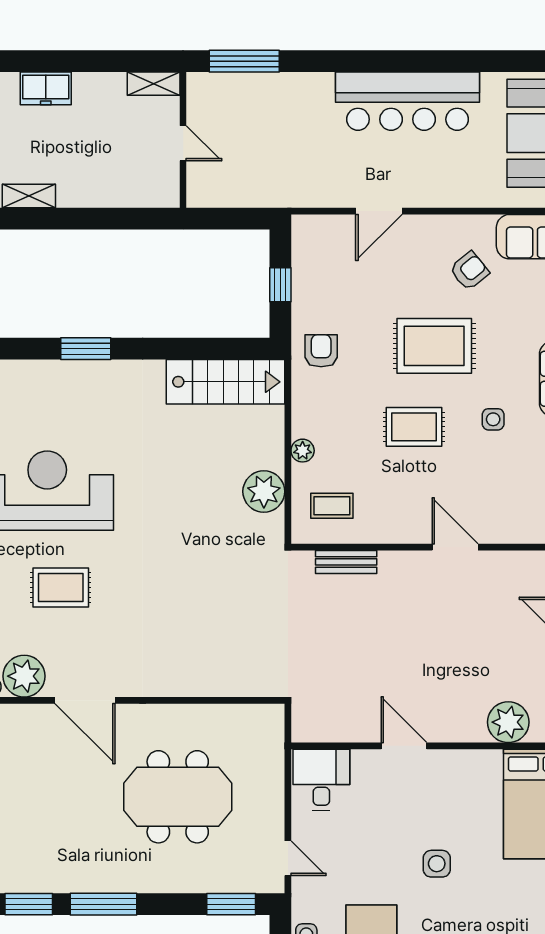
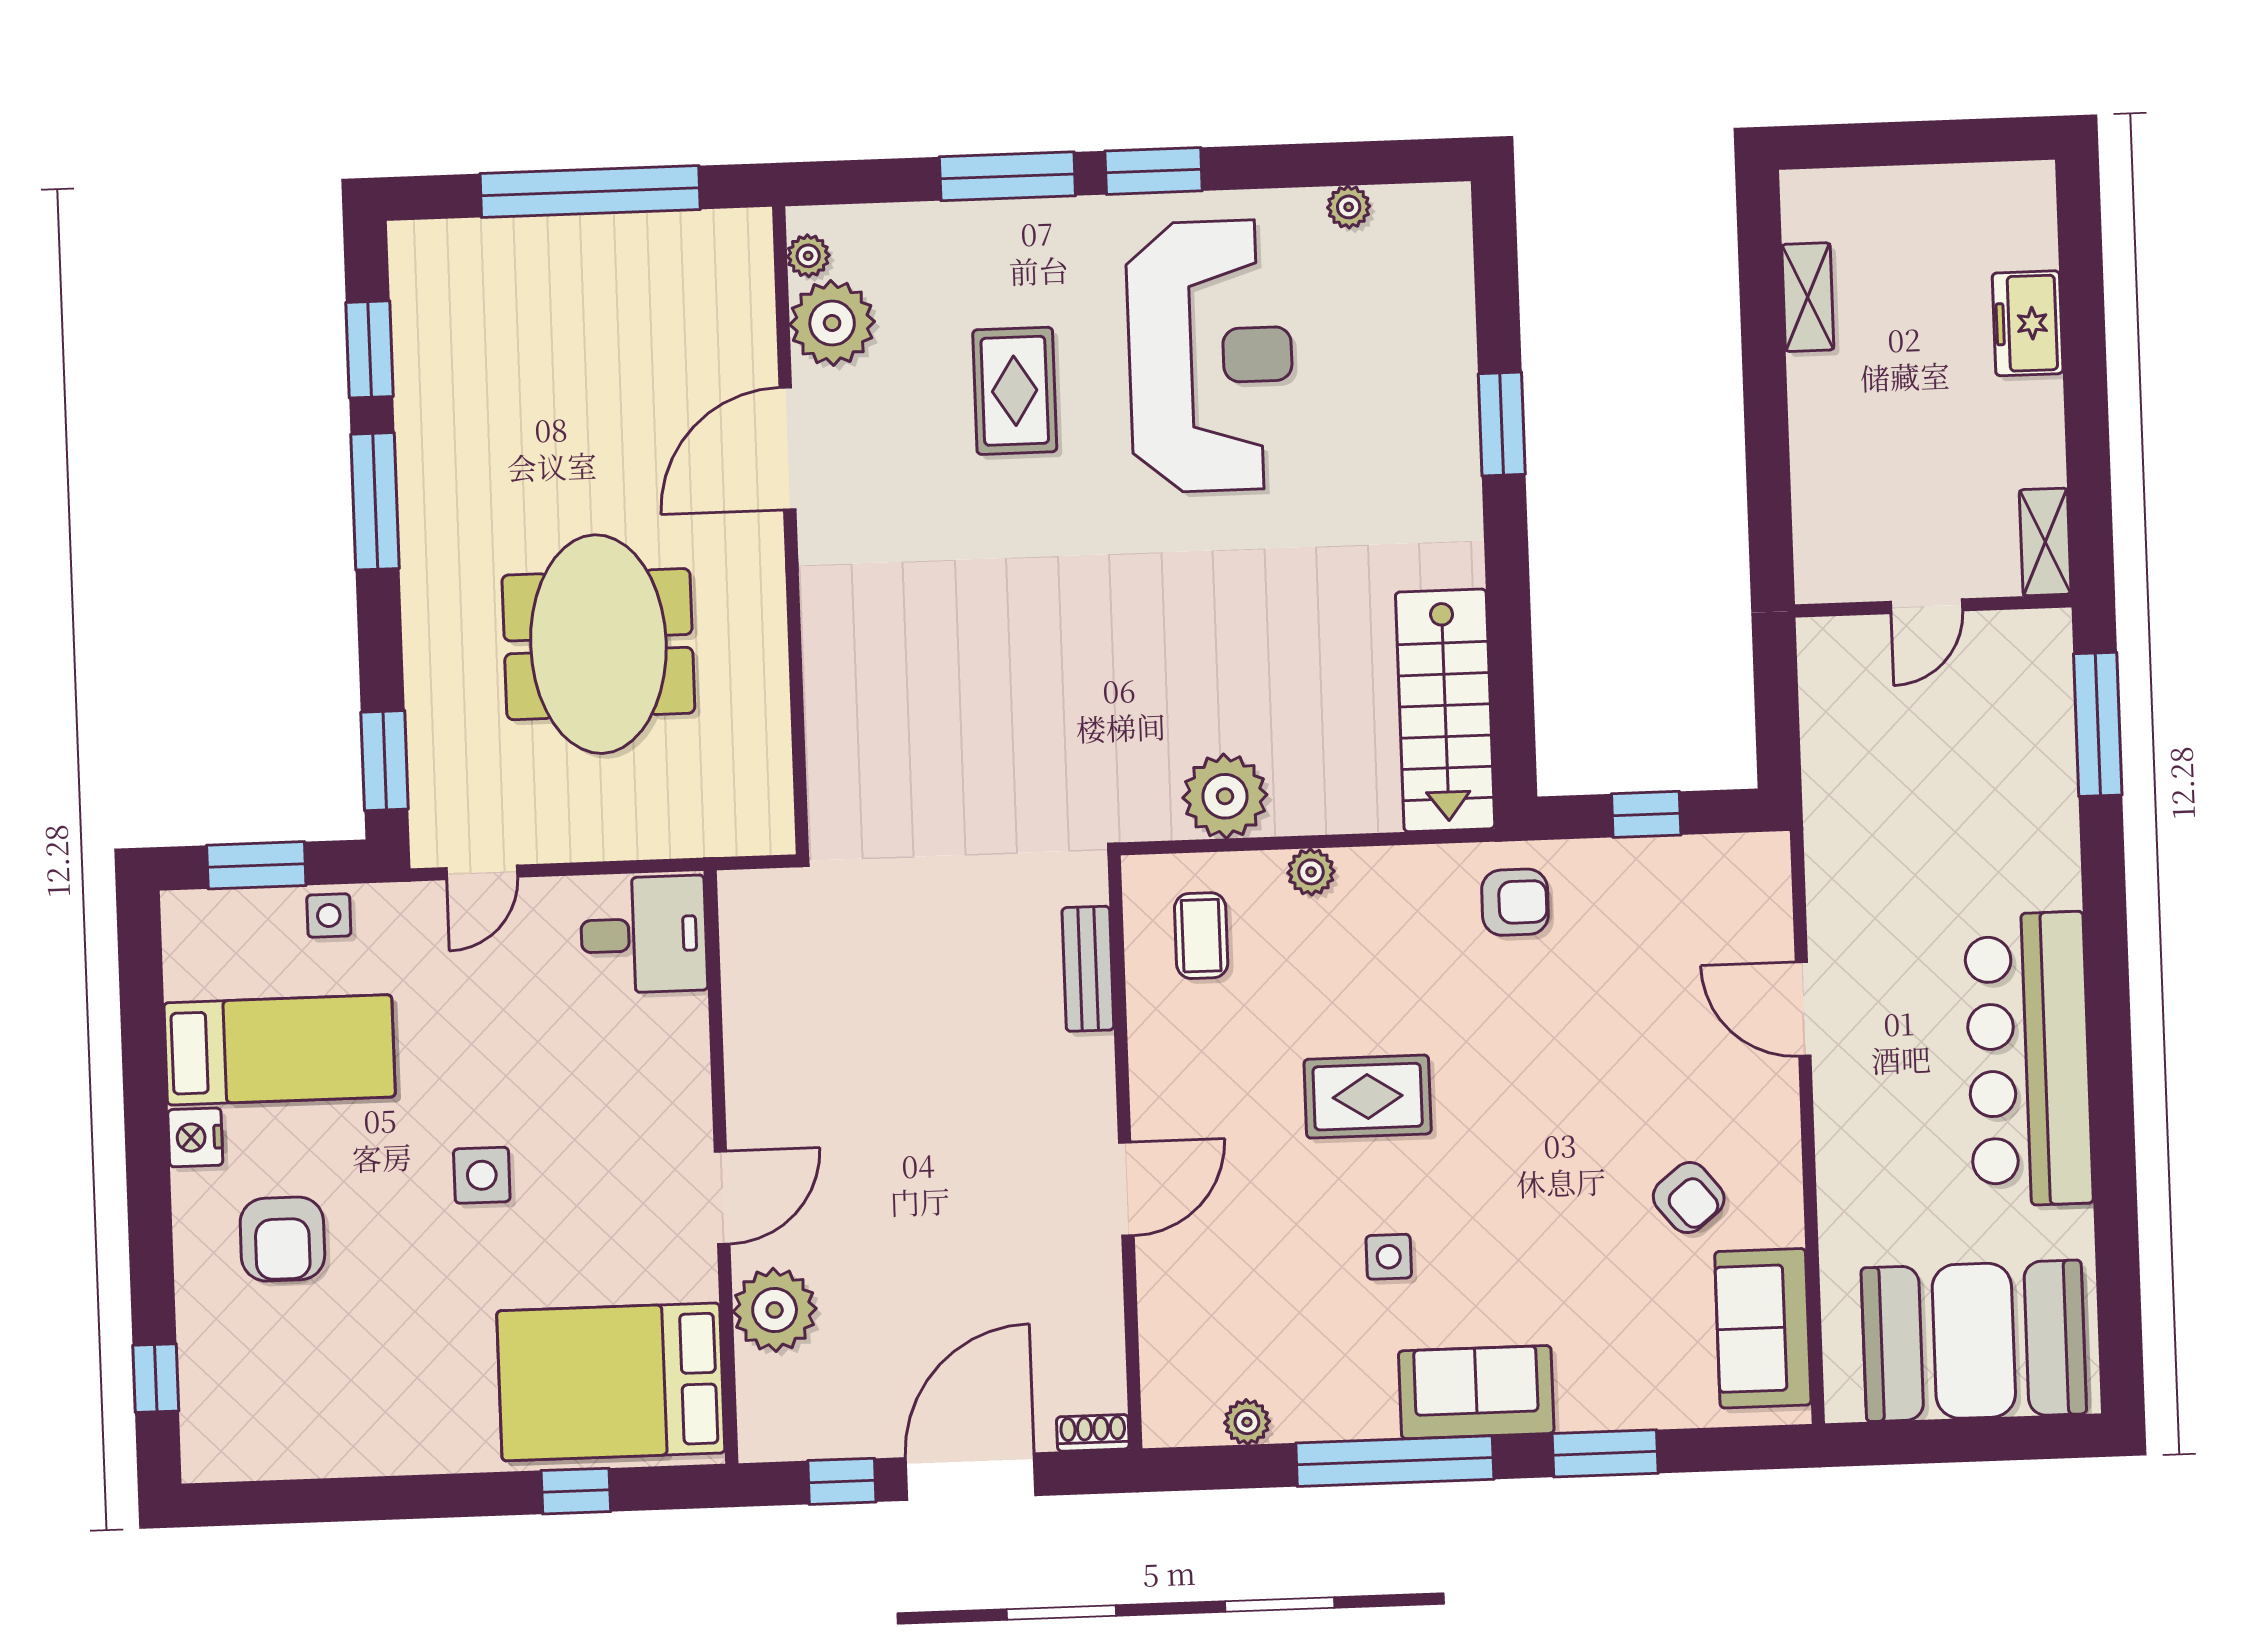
rug: (434, 346) -> (1533, 1132), removed
rug: (414, 427) -> (1368, 1097), turned 90
door: (404, 746) -> (722, 1198), moved

